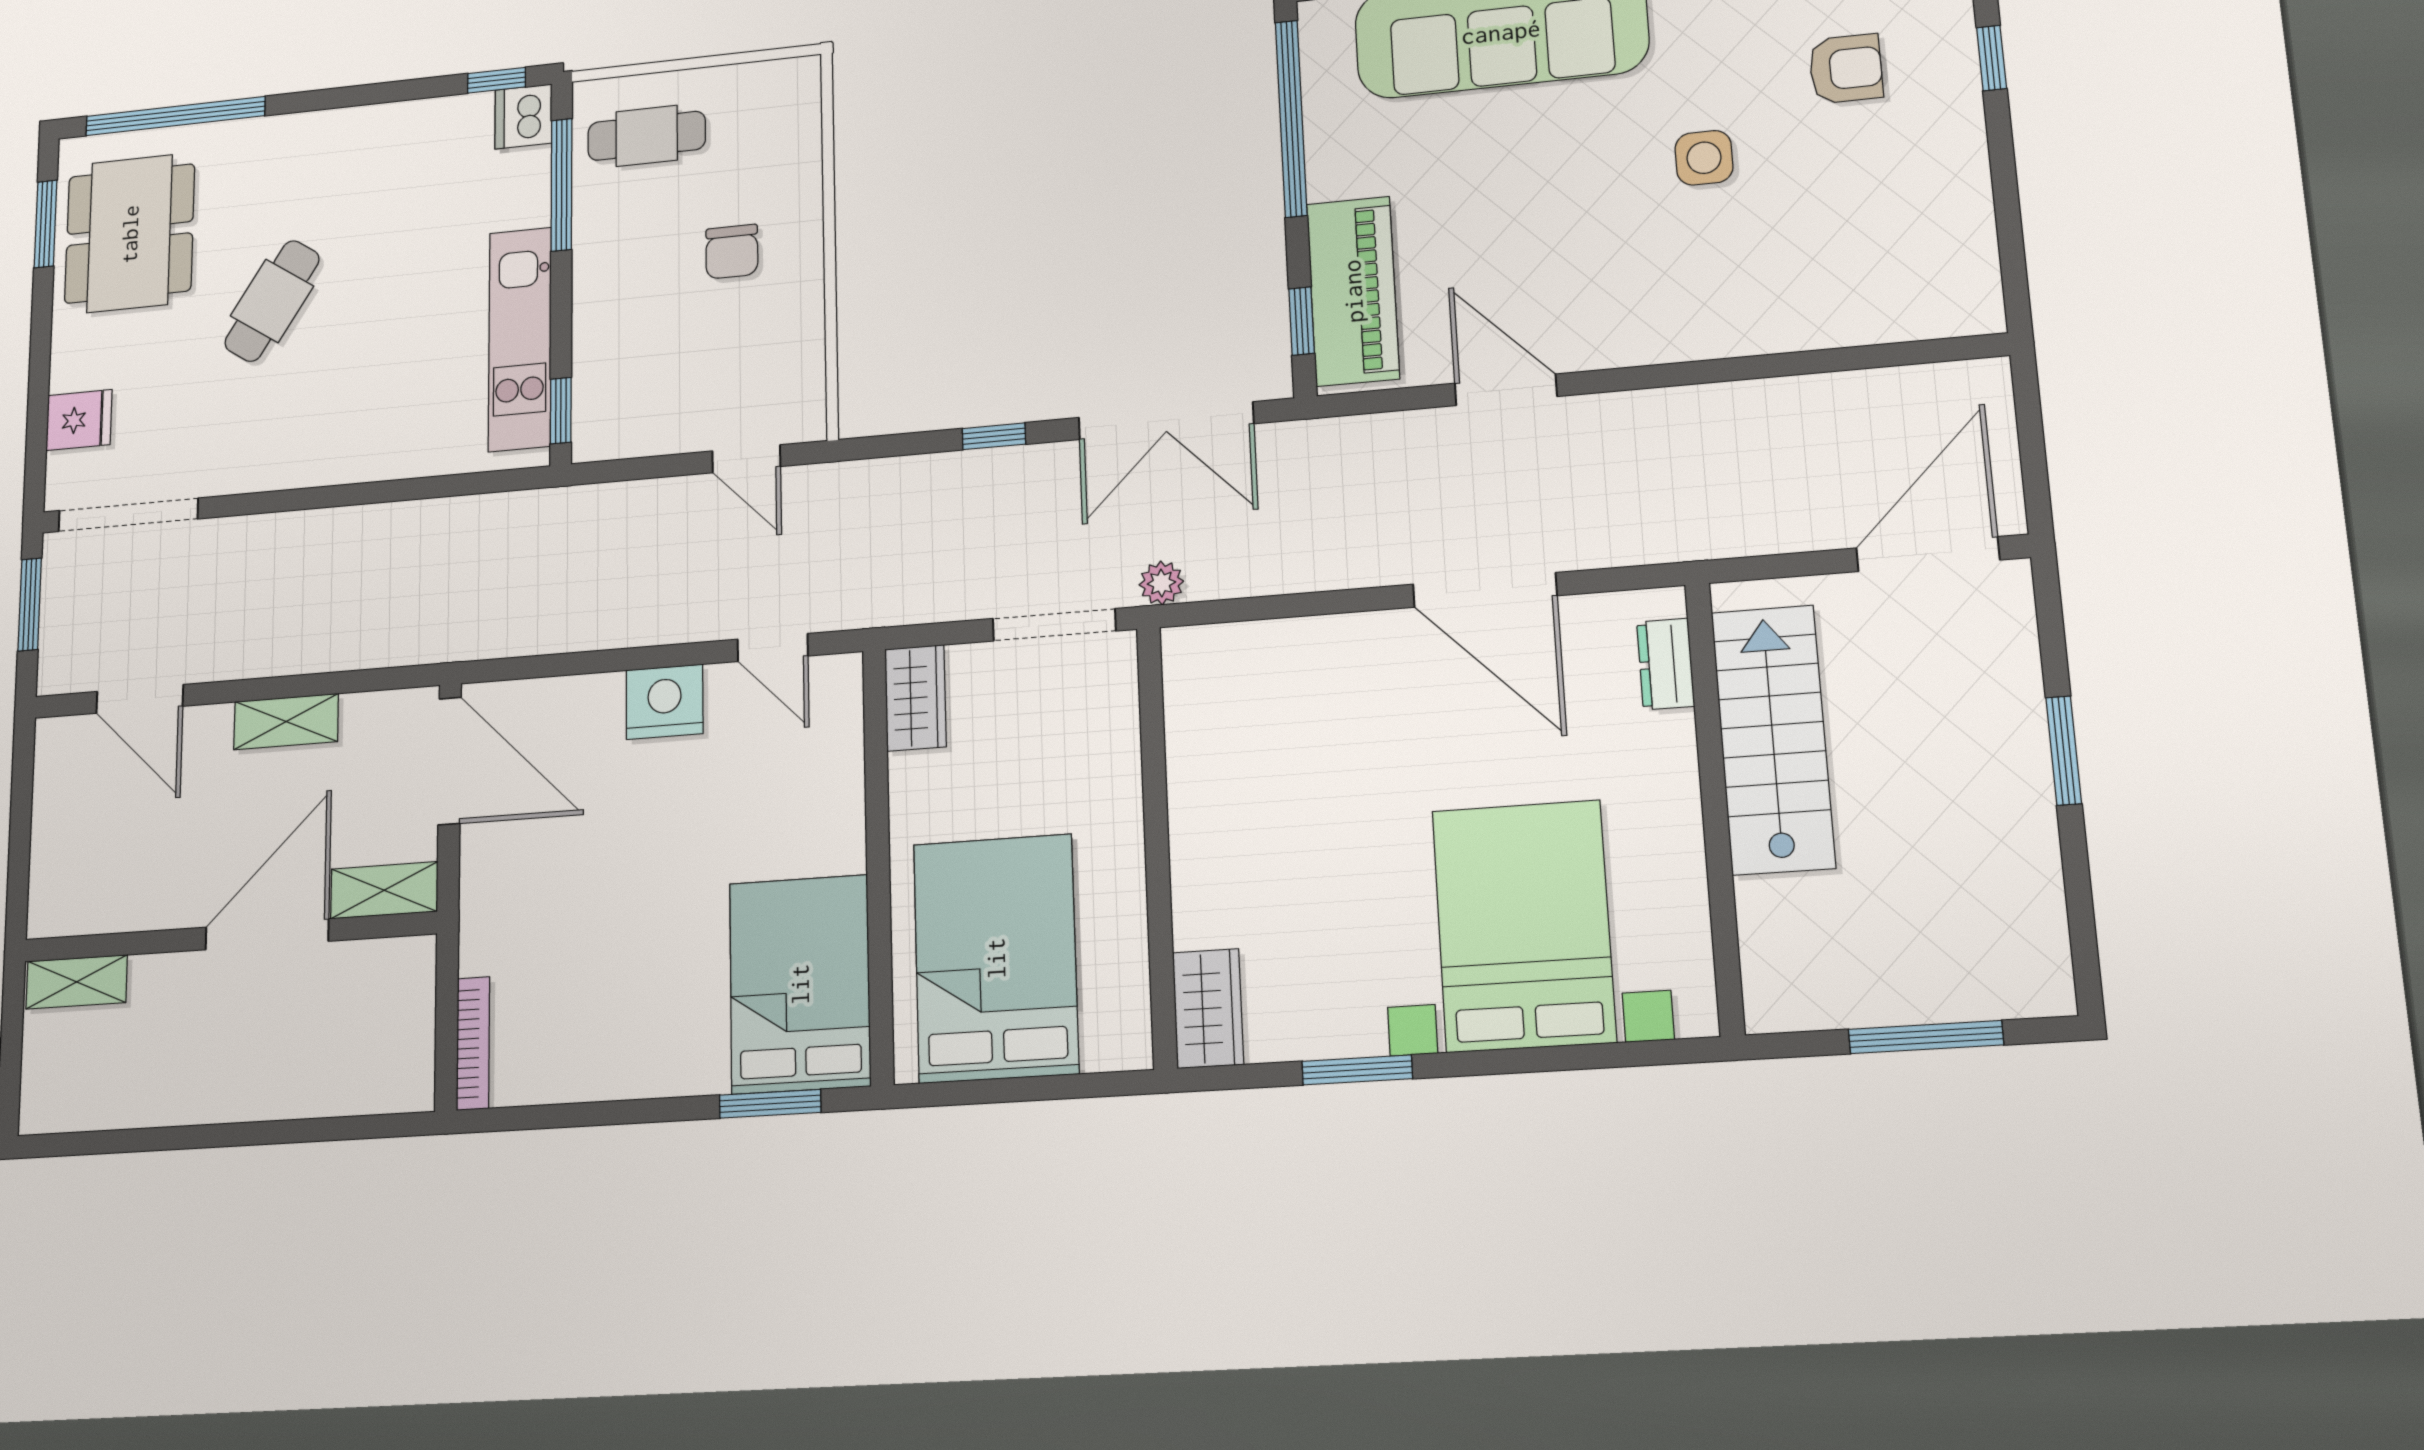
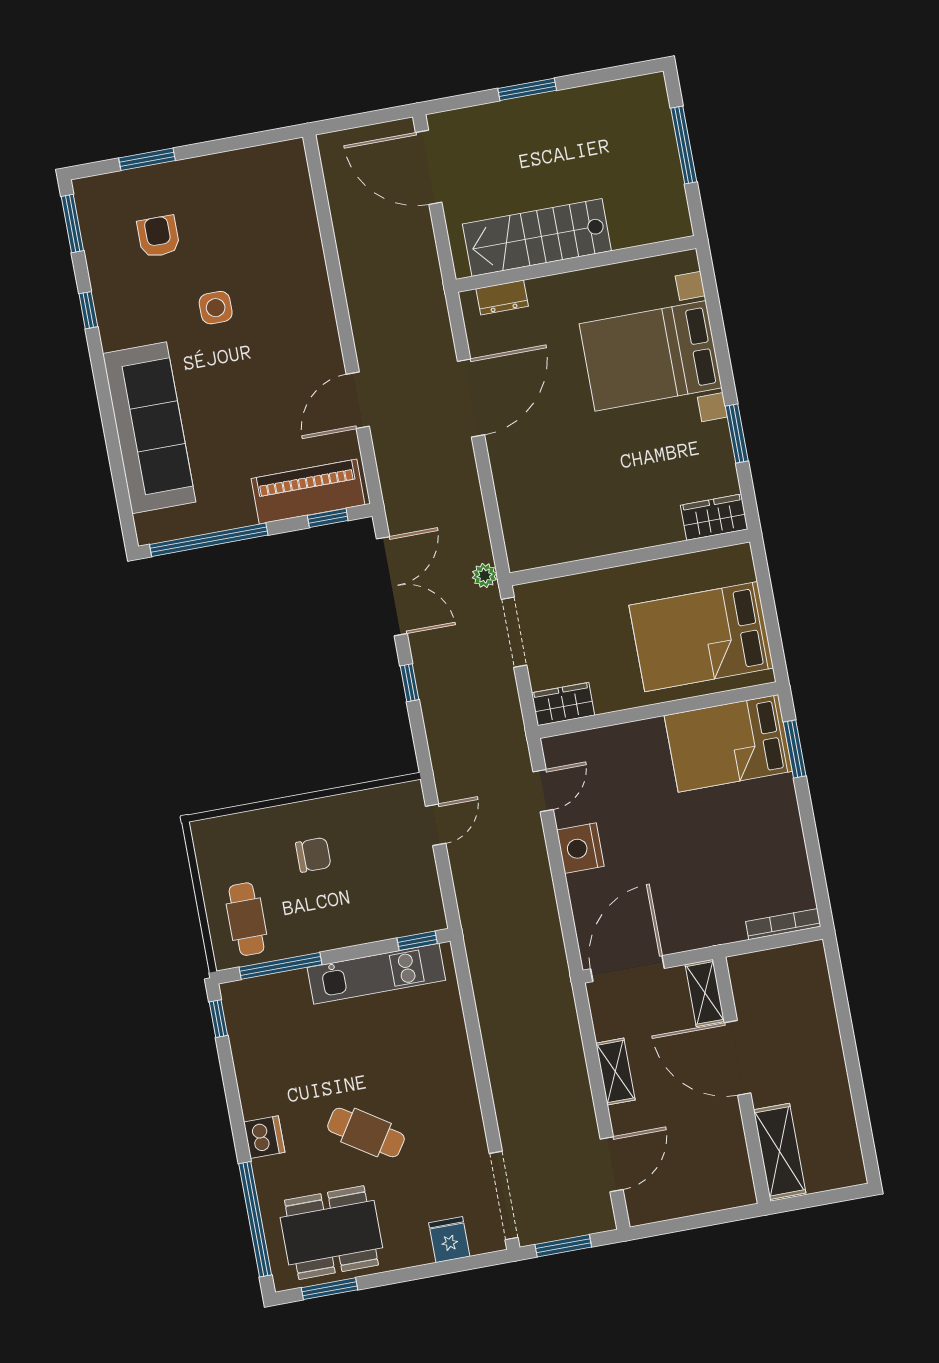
window: (1992, 58) -> (147, 159), width x1.50
dishwasher: (523, 116) -> (264, 1137), moved, turned -90
shelving: (77, 982) -> (780, 1151), width x1.50, depth x1.33

